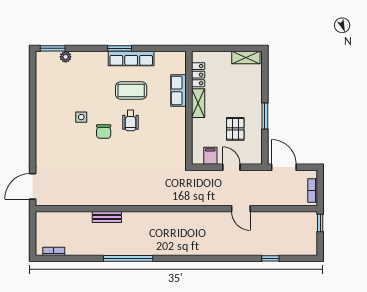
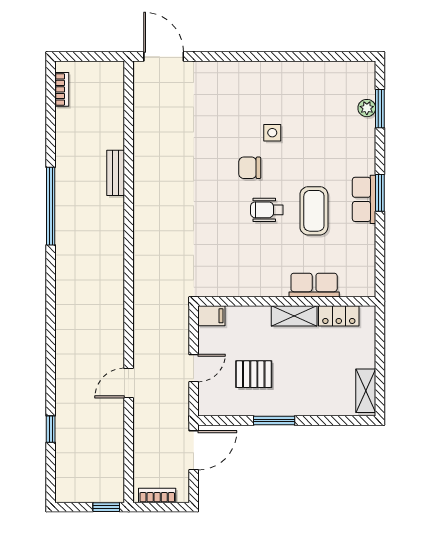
window: (53, 48) -> (380, 109), moved
row of seats: (131, 59) -> (364, 199), width x0.68
filing cabinet: (210, 156) -> (211, 316), moved

